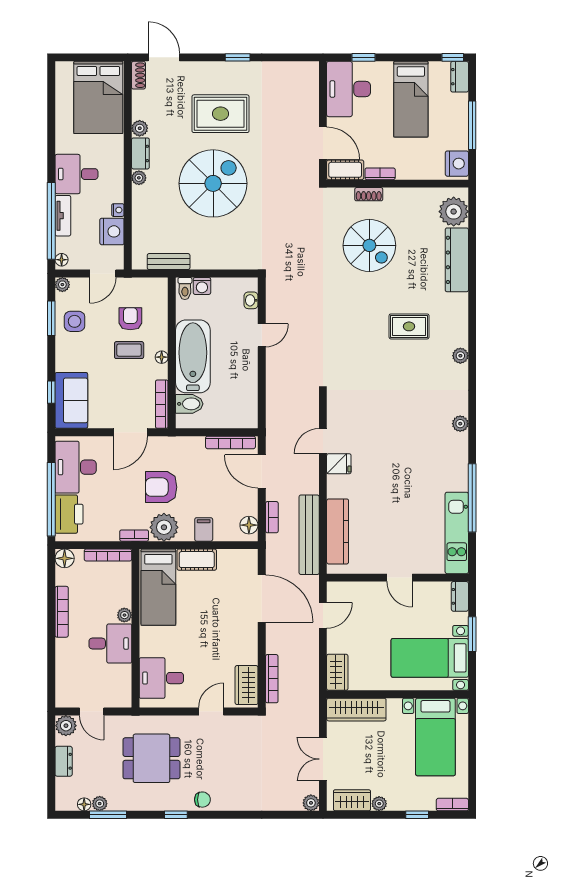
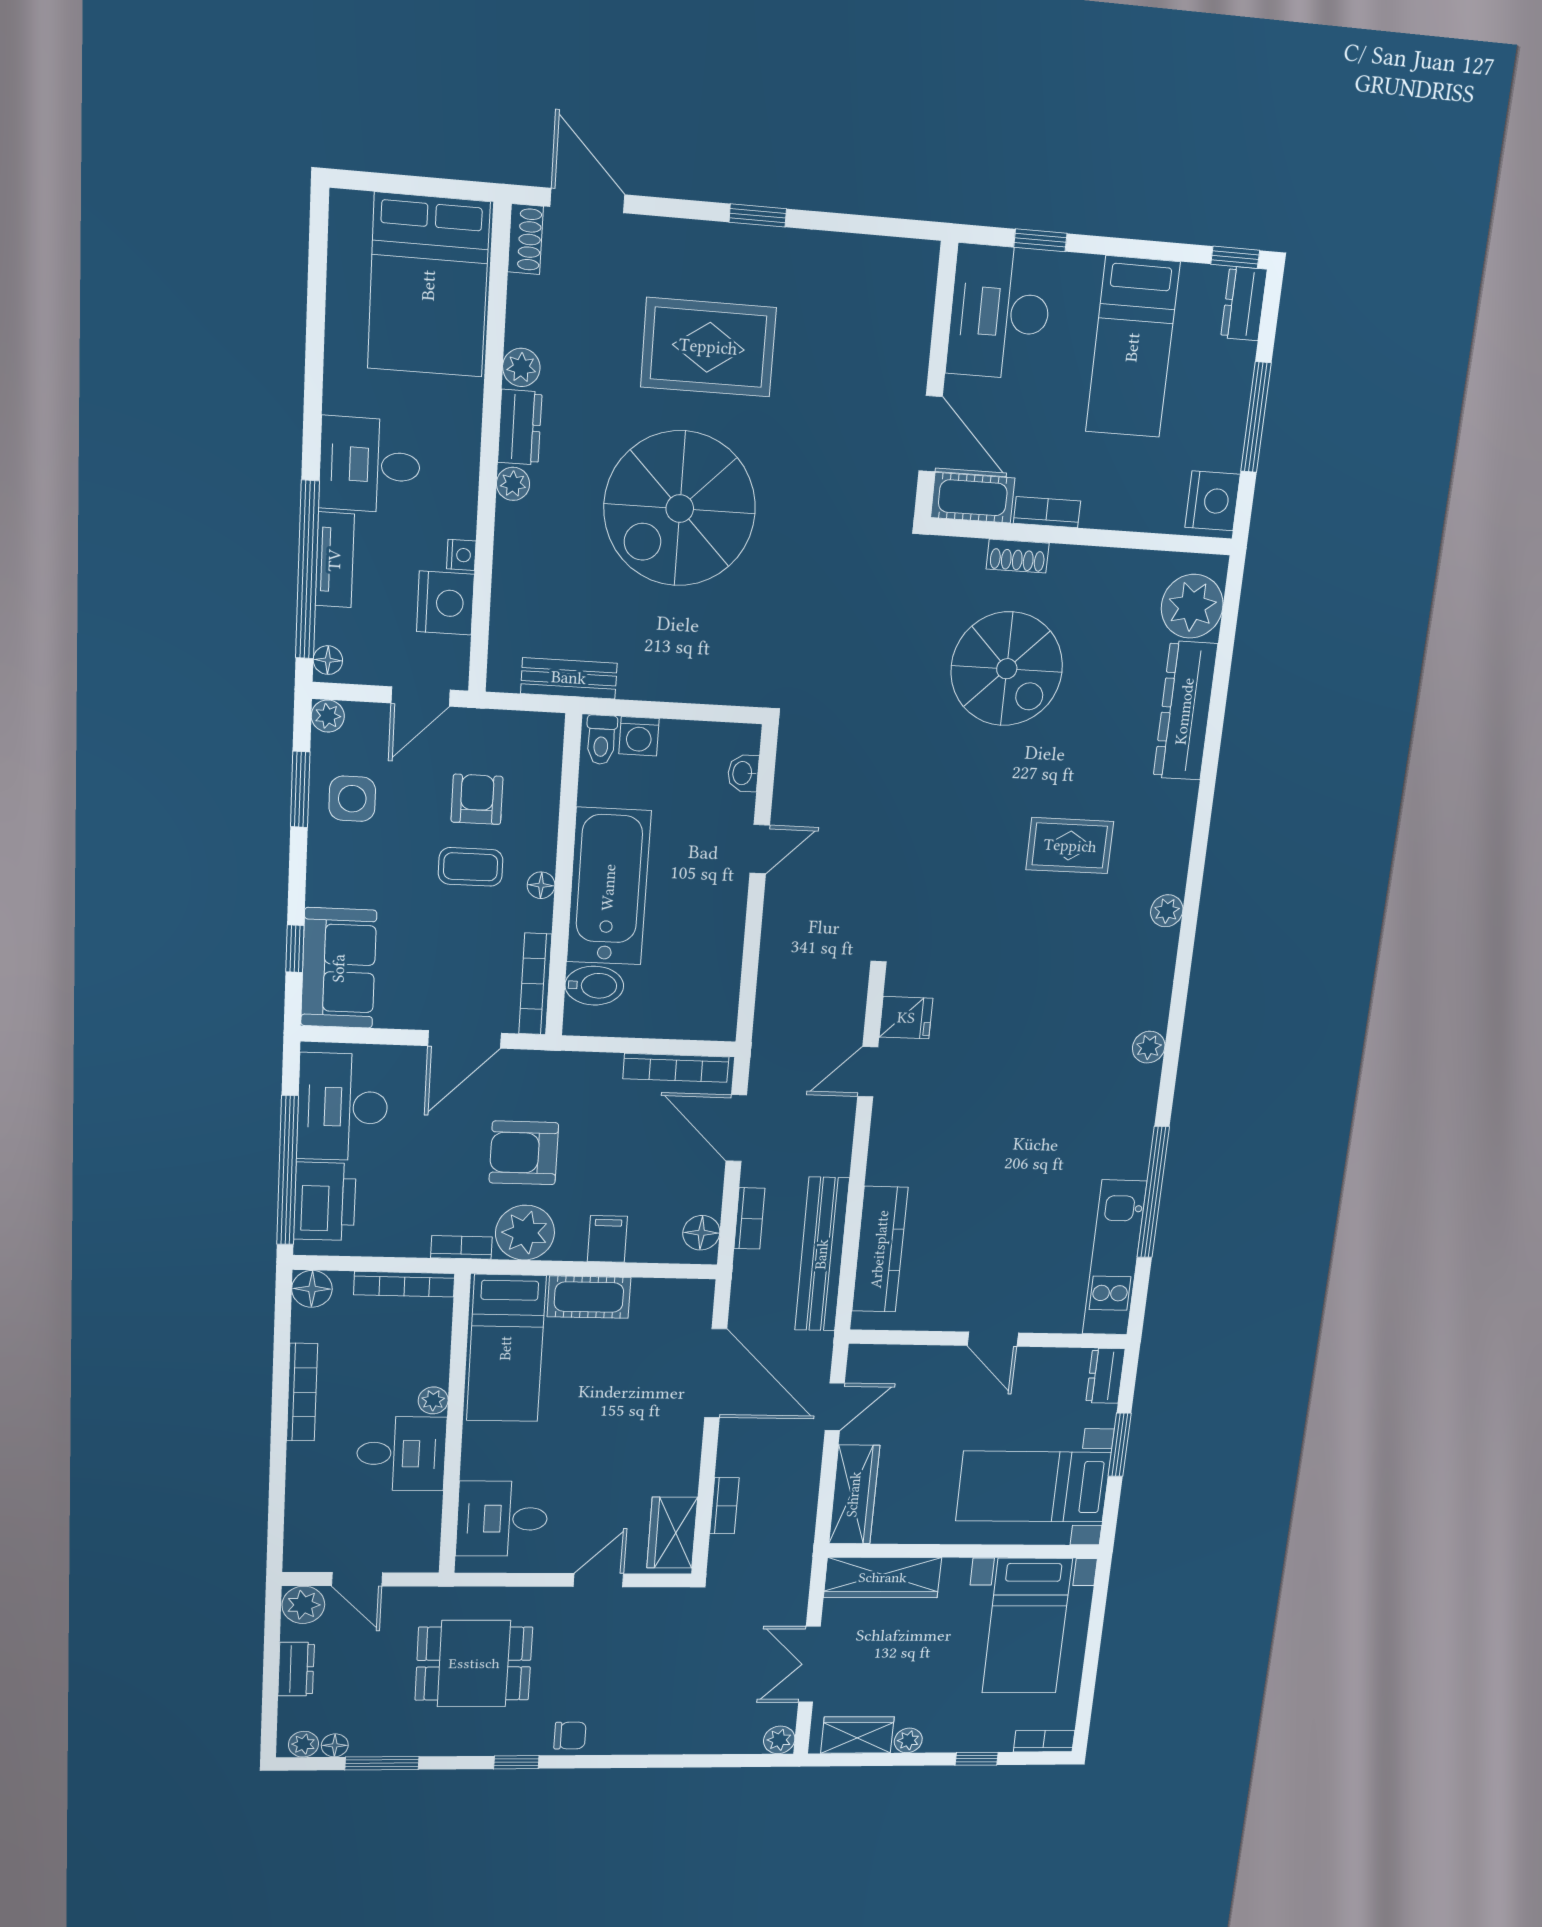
spiral stairs: (213, 183) -> (680, 508), turned 180
fridge: (339, 464) -> (906, 1018), moved
wardrobe: (337, 672) -> (854, 1494), width x1.50
bookcase: (272, 679) -> (724, 1506), width x0.64
plant: (100, 804) -> (303, 1744), moved

